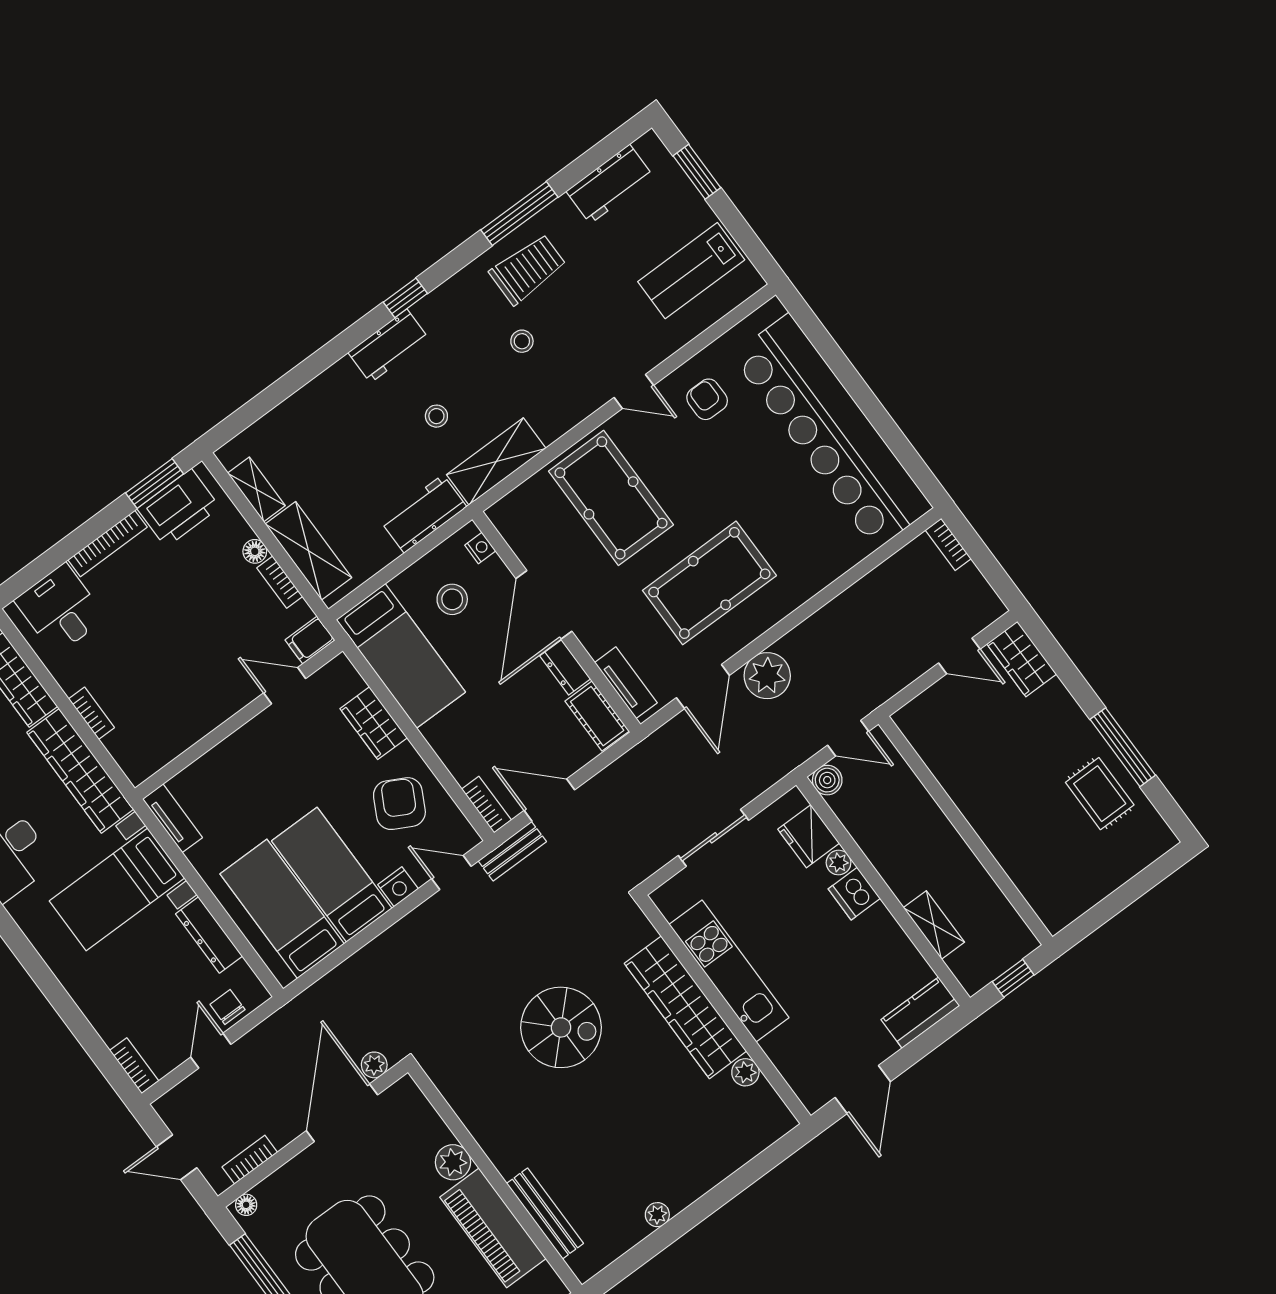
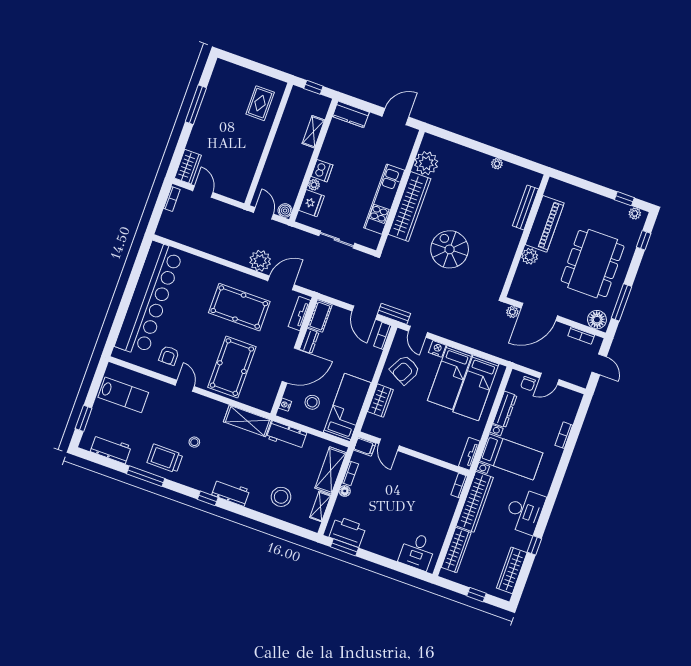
stool: (436, 416) -> (281, 497), moved, width x1.89, depth x1.89
bookcase: (107, 543) -> (380, 550), removed
bookcase: (948, 544) -> (172, 199), moved
bookcase: (91, 713) -> (459, 486), moved
rug: (1100, 794) -> (260, 103), moved
bookcase: (134, 1066) -> (564, 435), moved
plant: (745, 1072) -> (426, 163), width x1.88, depth x1.88
floor lamp: (246, 1205) -> (597, 320), width x1.89, depth x1.89

